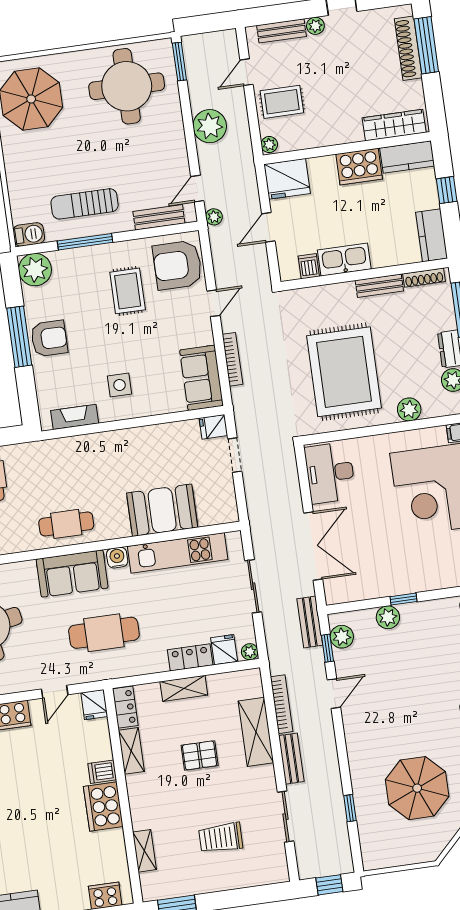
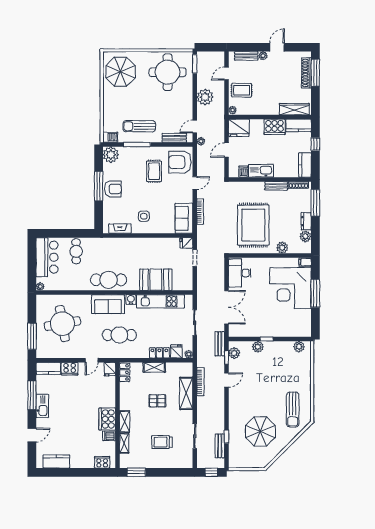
cafe table: (66, 524) -> (109, 280), width x1.37, depth x1.35
shelving: (131, 751) -> (125, 422), moved
bench: (291, 759) -> (220, 446), moved
dishwasher: (102, 772) -> (109, 436), moved

